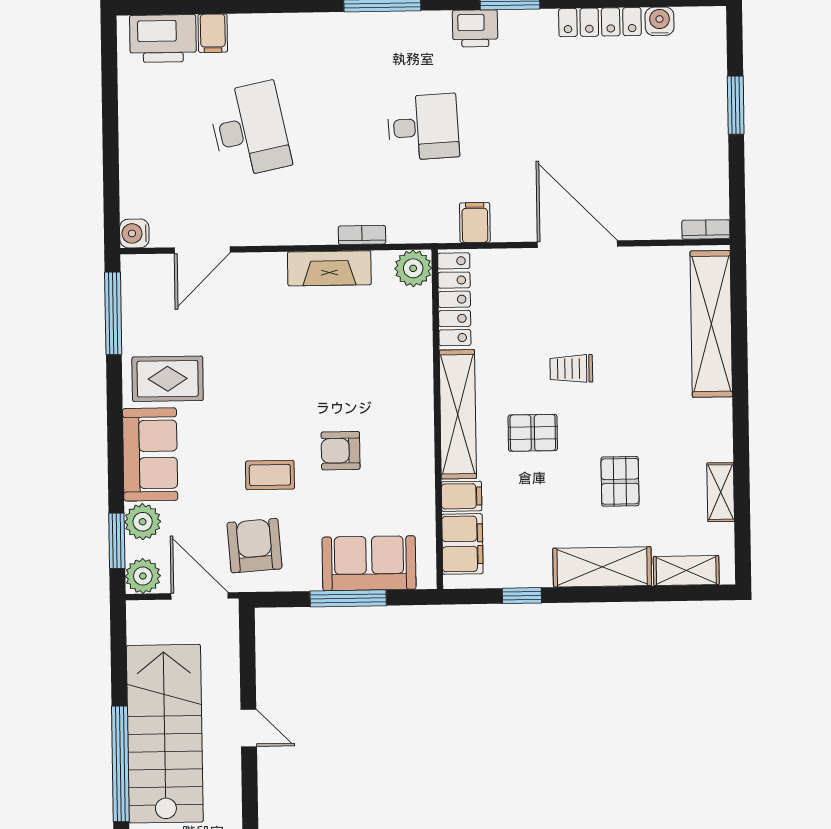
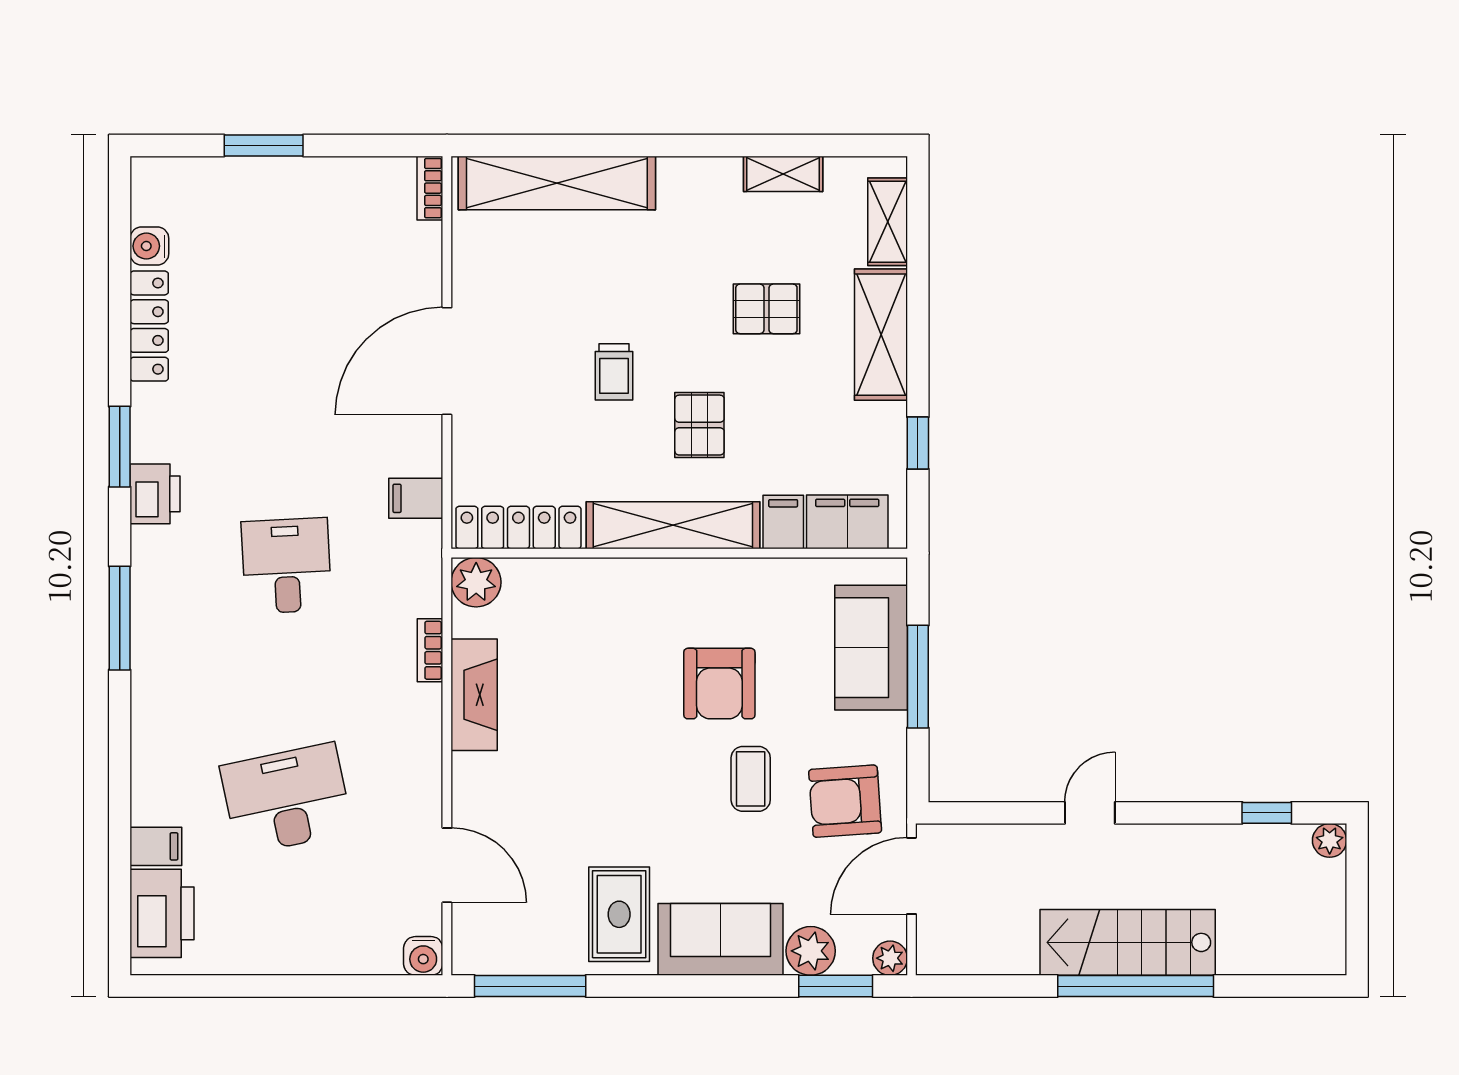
armchair: (341, 451) -> (719, 684), width x1.38, depth x1.38
plant: (143, 576) -> (890, 958), width x0.73, depth x0.73
stairs: (165, 734) -> (1128, 942), width x0.73, depth x0.66

